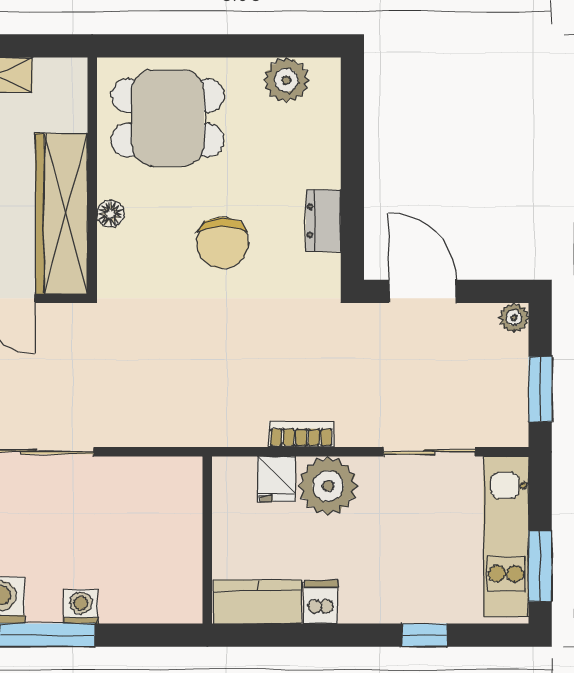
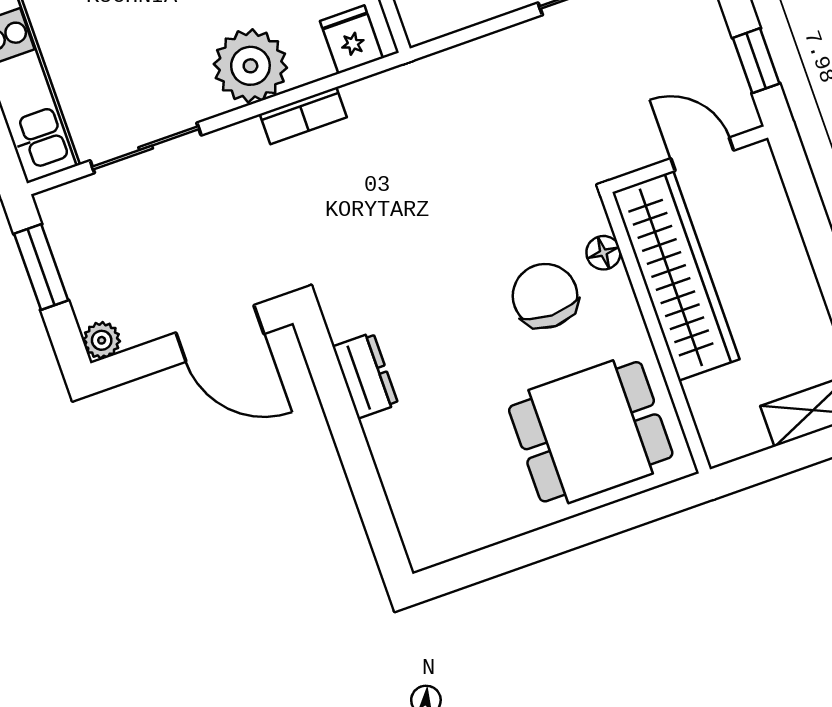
plant: (286, 80) -> (467, 525), removed
floor lamp: (110, 214) -> (603, 253), moved
chair: (222, 243) -> (545, 296), moved
fridge: (276, 479) -> (351, 40), moved

